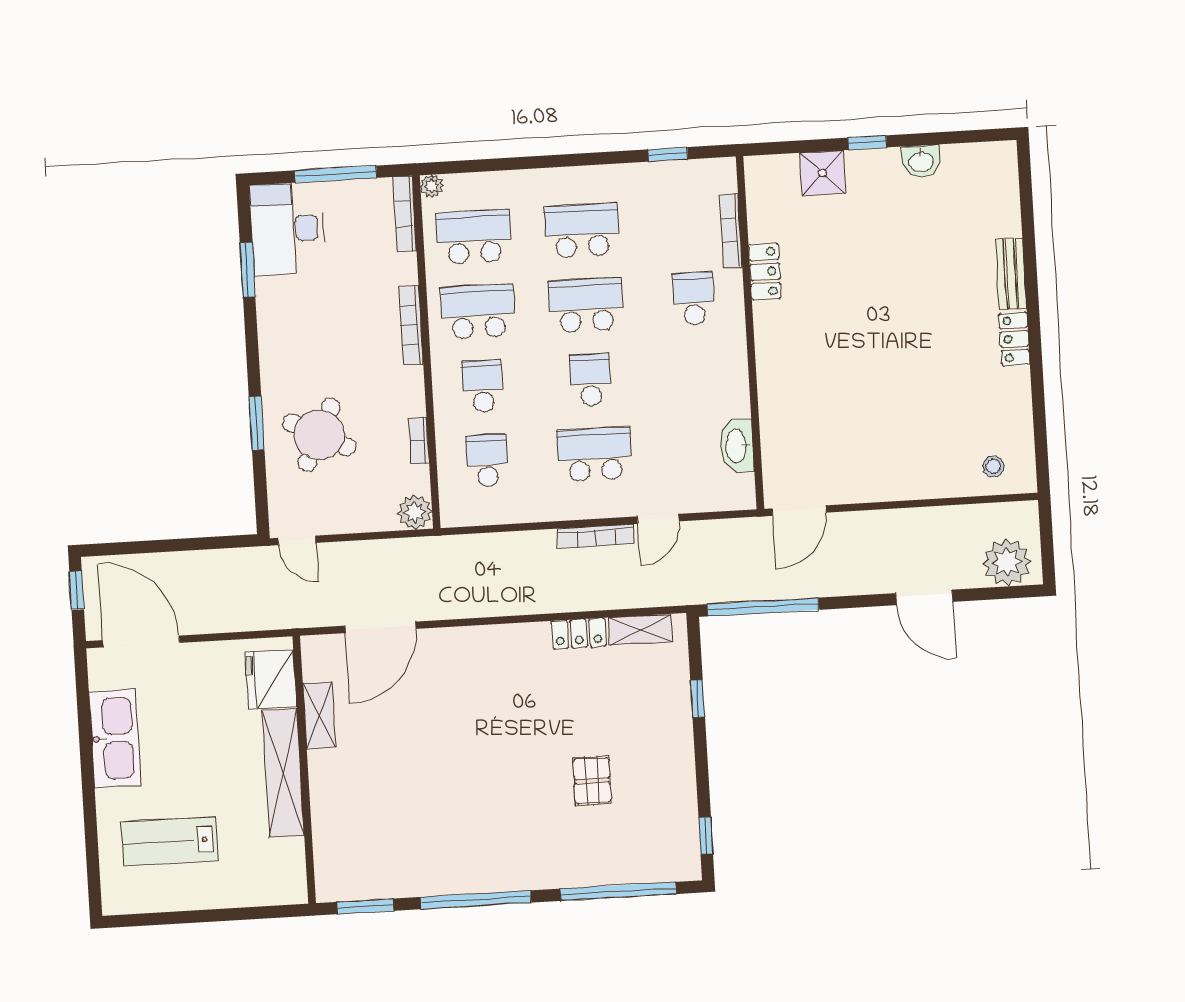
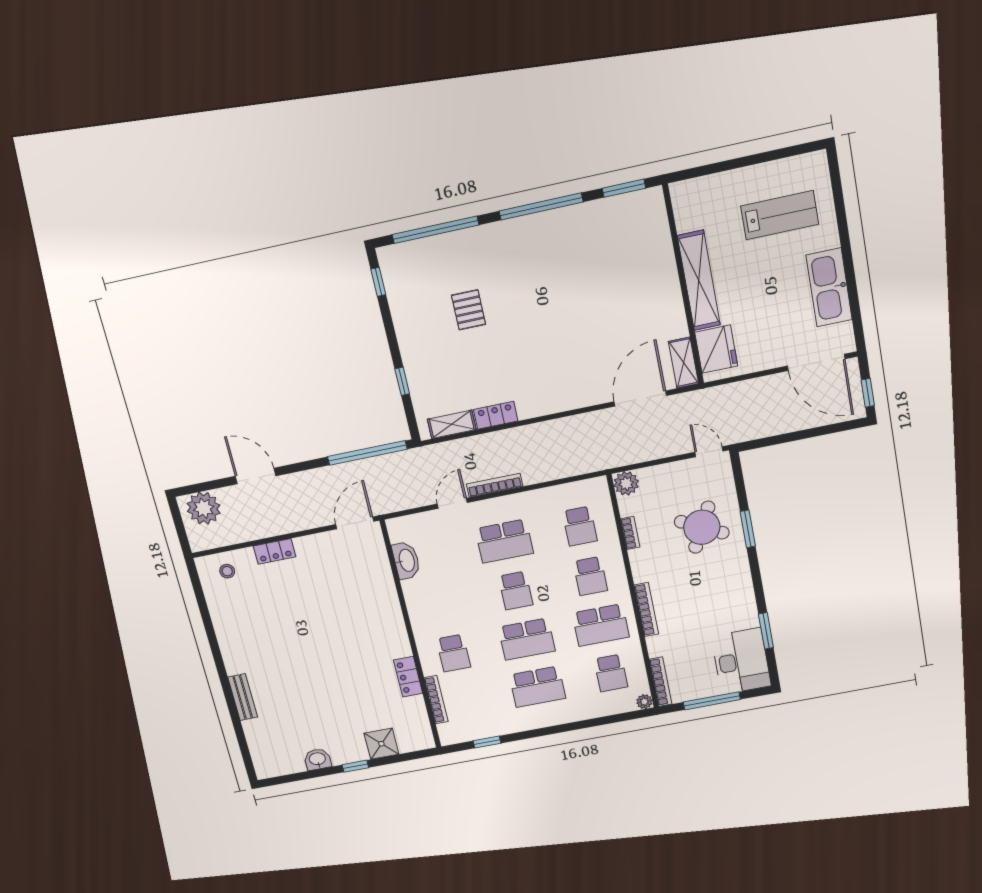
school desk: (474, 237) -> (611, 673), width x0.54
locker: (1014, 339) -> (275, 551), moved, turned 90
shelving: (319, 716) -> (684, 363), moved

